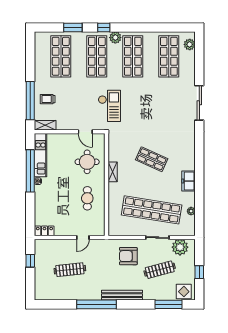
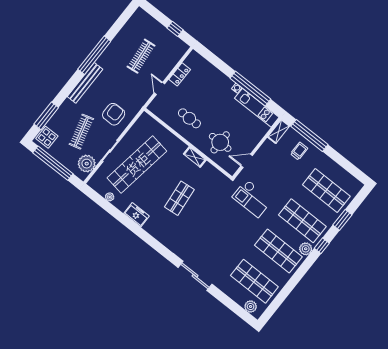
shop shelf: (152, 159) -> (179, 198), turned -30
locker: (44, 231) -> (180, 74), moved
window: (199, 272) -> (53, 163), width x3.17

